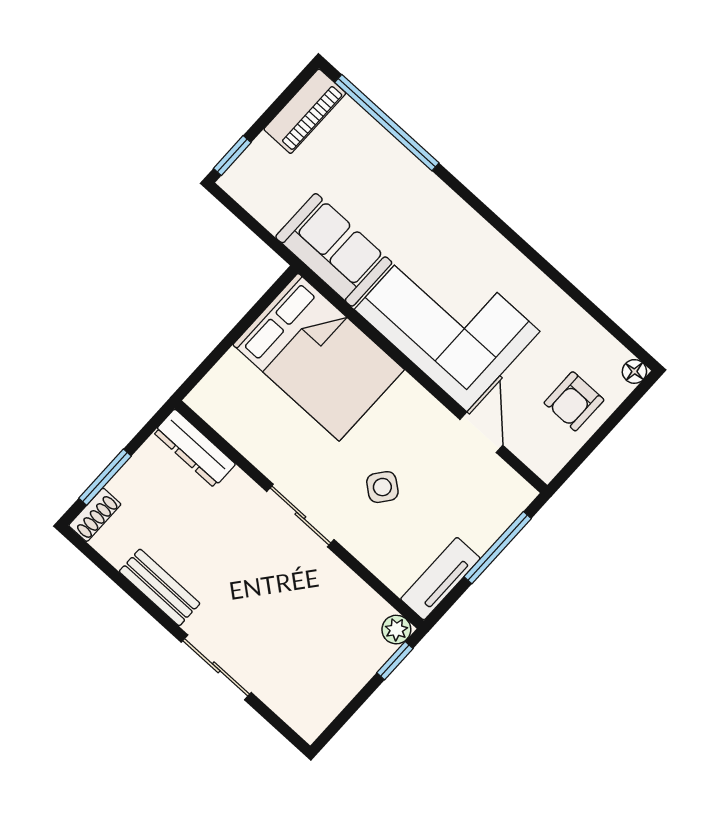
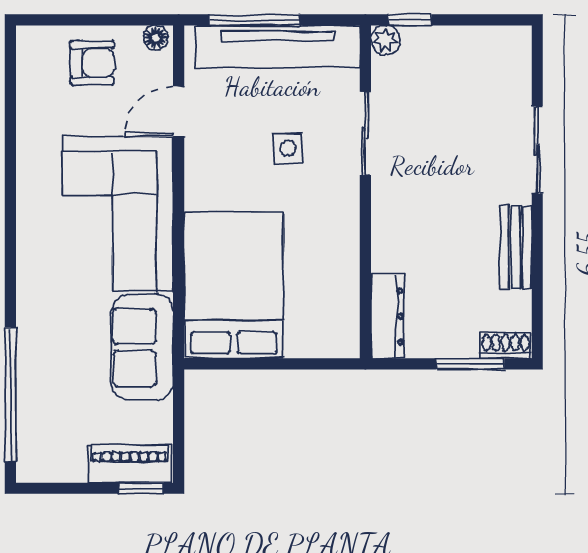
piano: (305, 111) -> (130, 464), moved
floor lamp: (634, 371) -> (156, 38), moved
side table: (382, 487) -> (288, 148), turned -38
sliding door: (300, 516) -> (365, 133), moved
tv unit: (440, 579) -> (278, 46), width x1.92, depth x1.29

